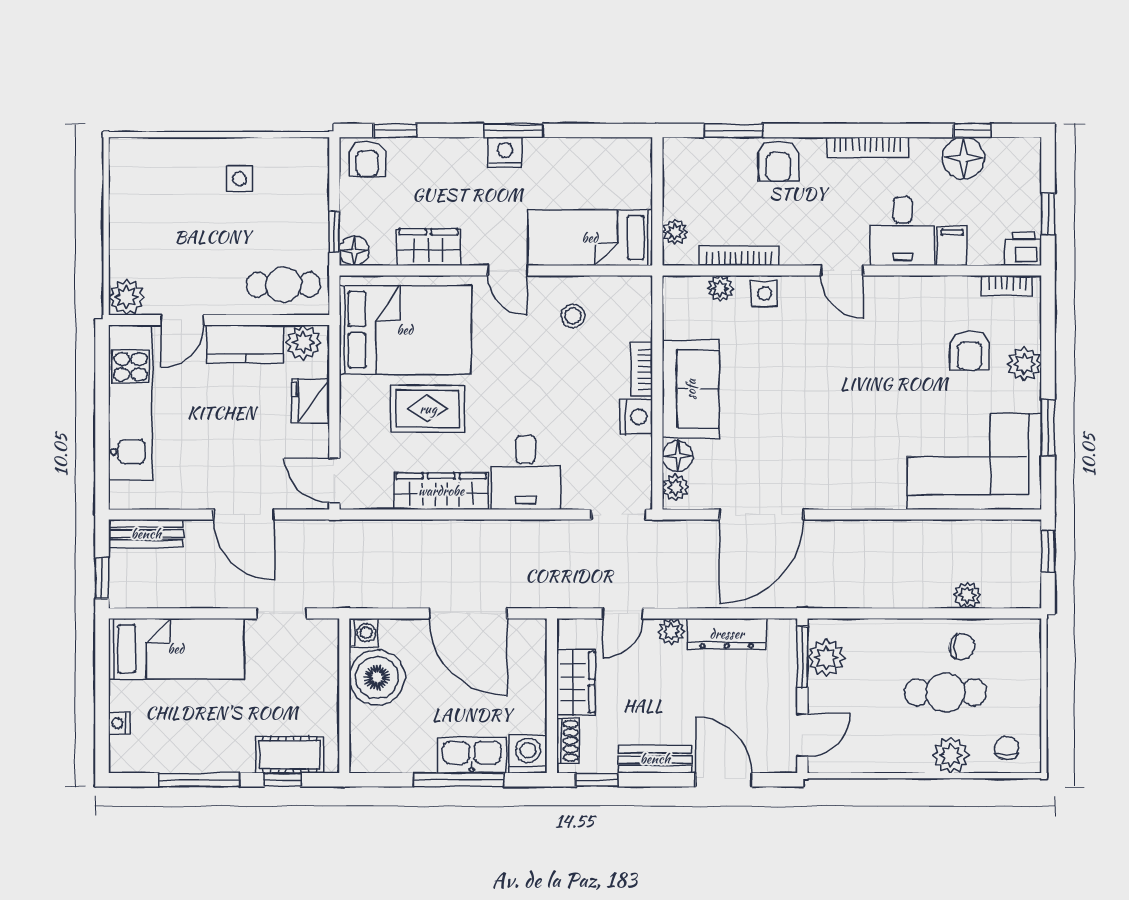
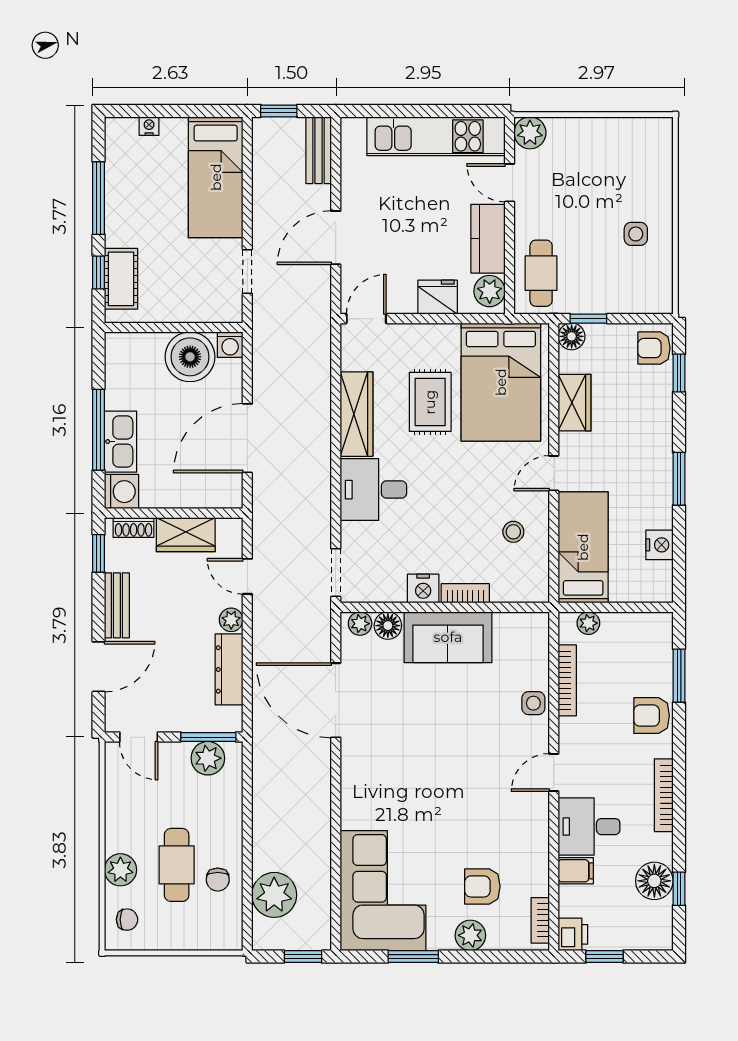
nightstand: (505, 152) -> (659, 545), moved
plant: (720, 288) -> (538, 664), removed
plant: (967, 595) -> (274, 895), width x1.87, depth x1.87

